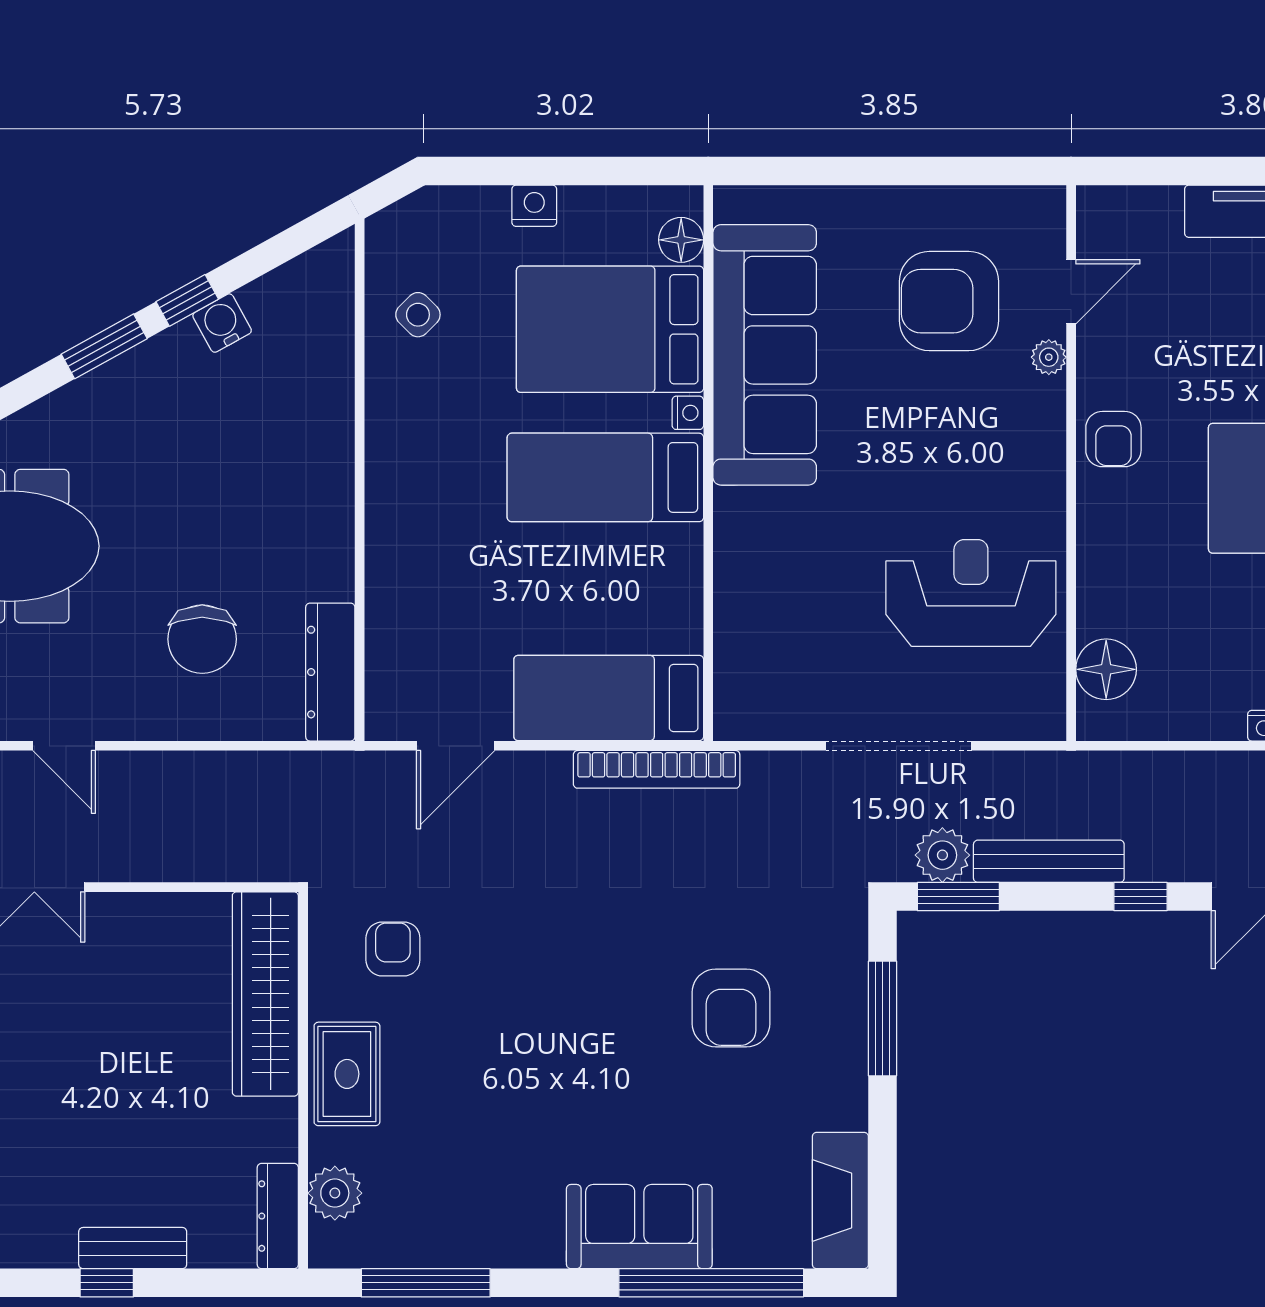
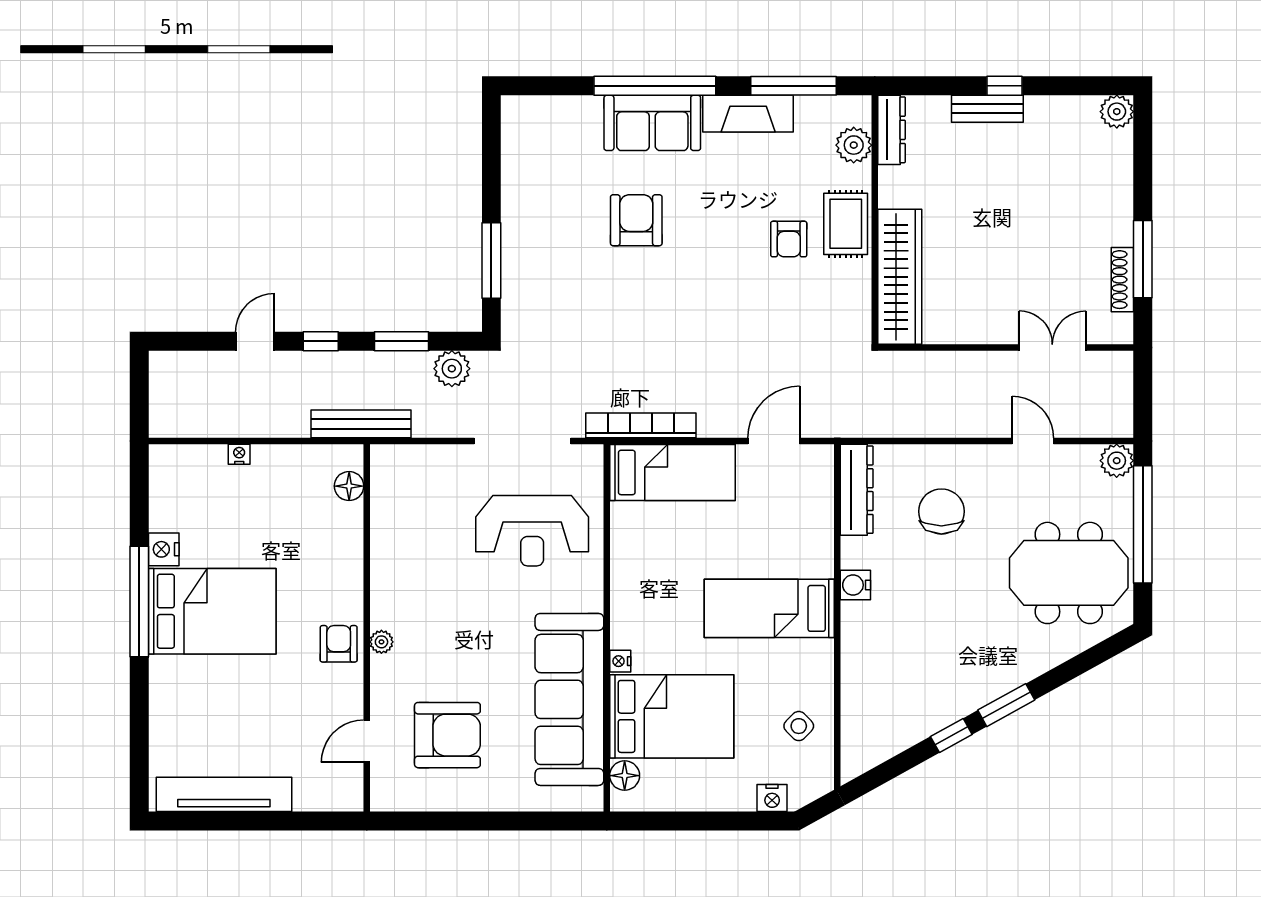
nightstand: (534, 206) -> (772, 798), moved
water cooler: (222, 323) -> (855, 585), moved, turned 119
plant: (1049, 357) -> (381, 642), moved
bed: (605, 477) -> (769, 608), moved, turned 180
reception desk: (971, 593) -> (532, 531), moved
floor lamp: (1106, 669) -> (349, 486), width x0.73, depth x0.73
doorway: (899, 746) -> (522, 441), moved
bench: (1049, 861) -> (361, 424), moved
window: (958, 897) -> (401, 341), moved
armchair: (393, 949) -> (789, 239), moved
armchair: (731, 1008) -> (636, 220), moved
fireplace: (840, 1201) -> (748, 114), moved, turned 90
window: (711, 1283) -> (655, 86), moved

